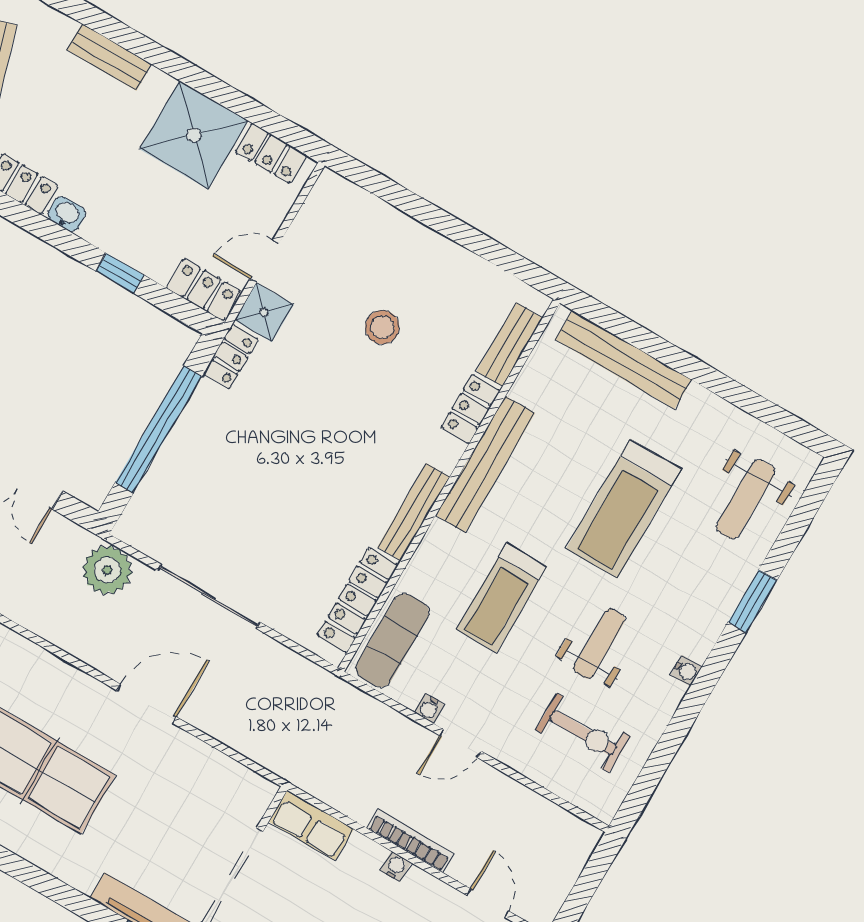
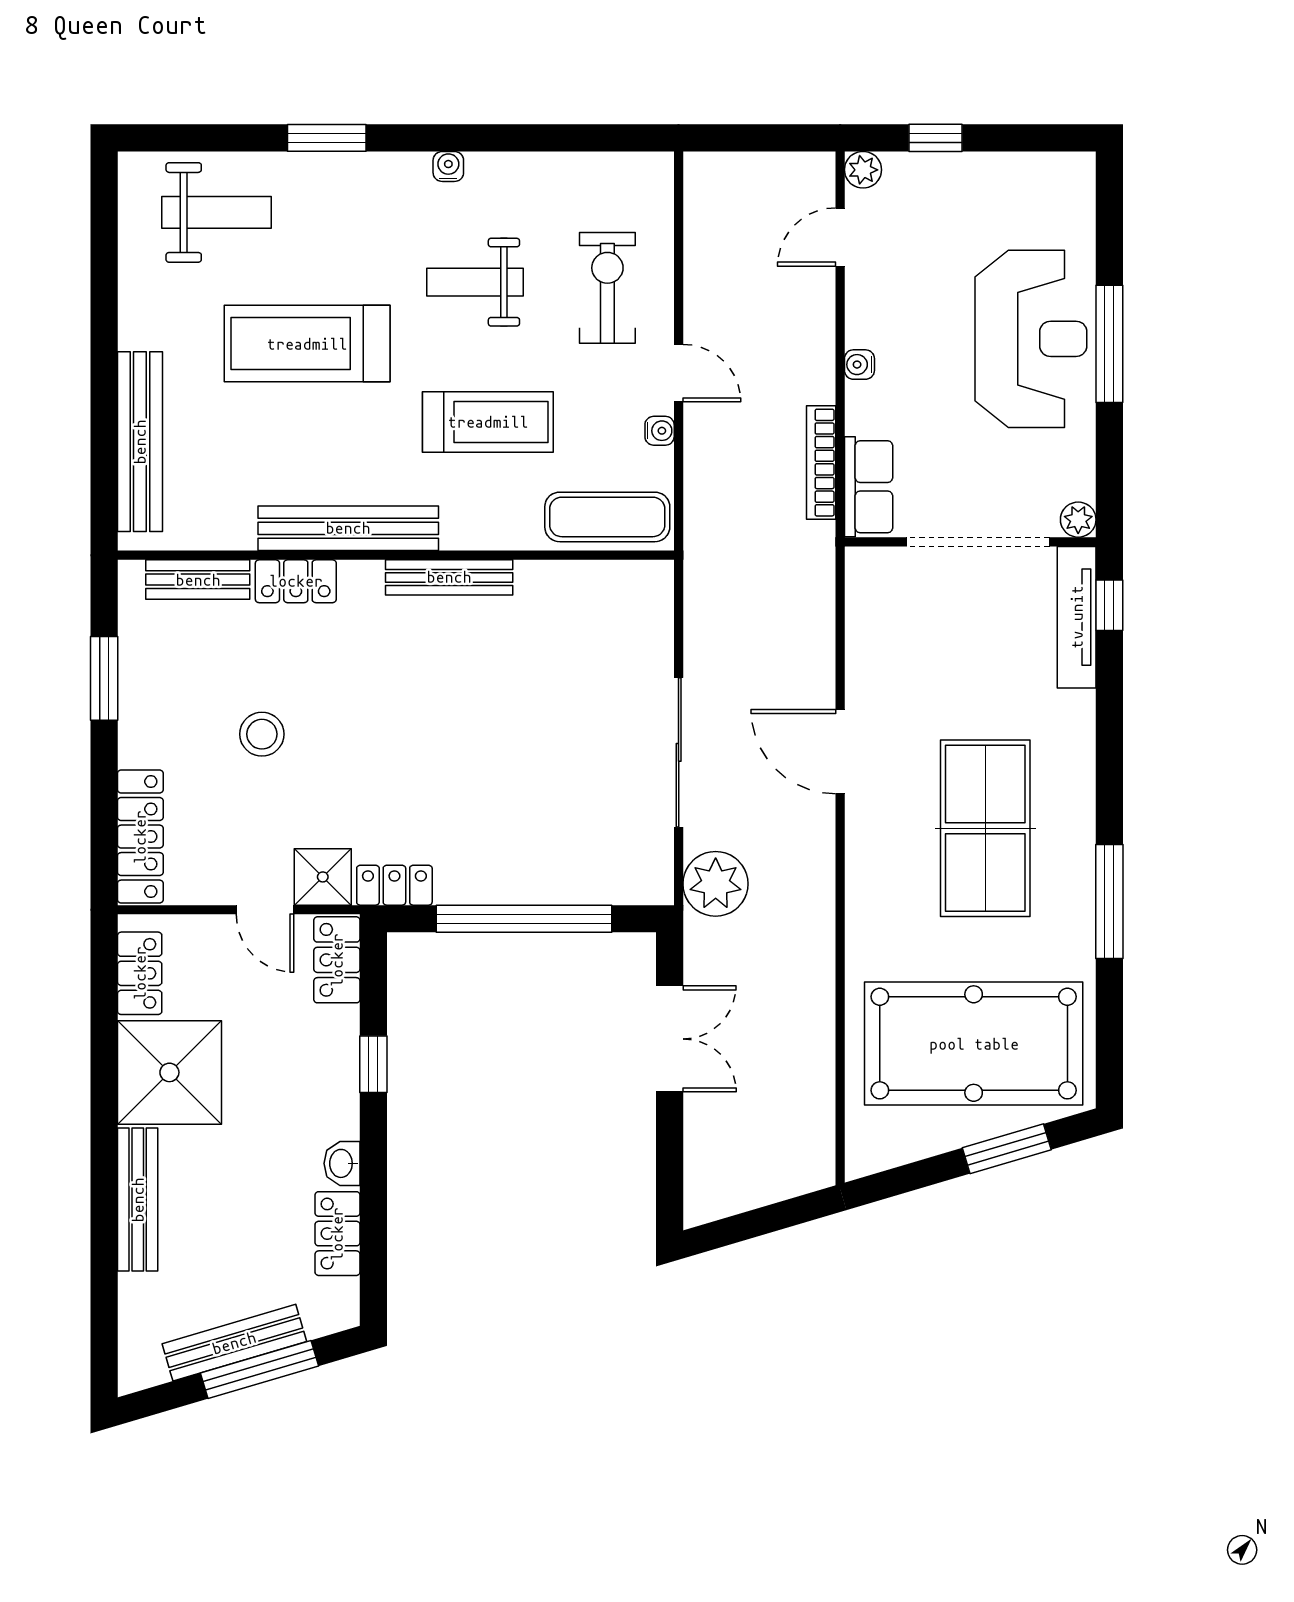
bench: (109, 57) -> (138, 1200), width x1.36
window: (480, 244) -> (104, 678), added
treadmill: (624, 509) -> (307, 344), turned 180
locker: (358, 600) -> (140, 837), moved, turned -90
exercise bike: (583, 733) -> (607, 288), moved
bookcase: (410, 841) -> (821, 463), moved

